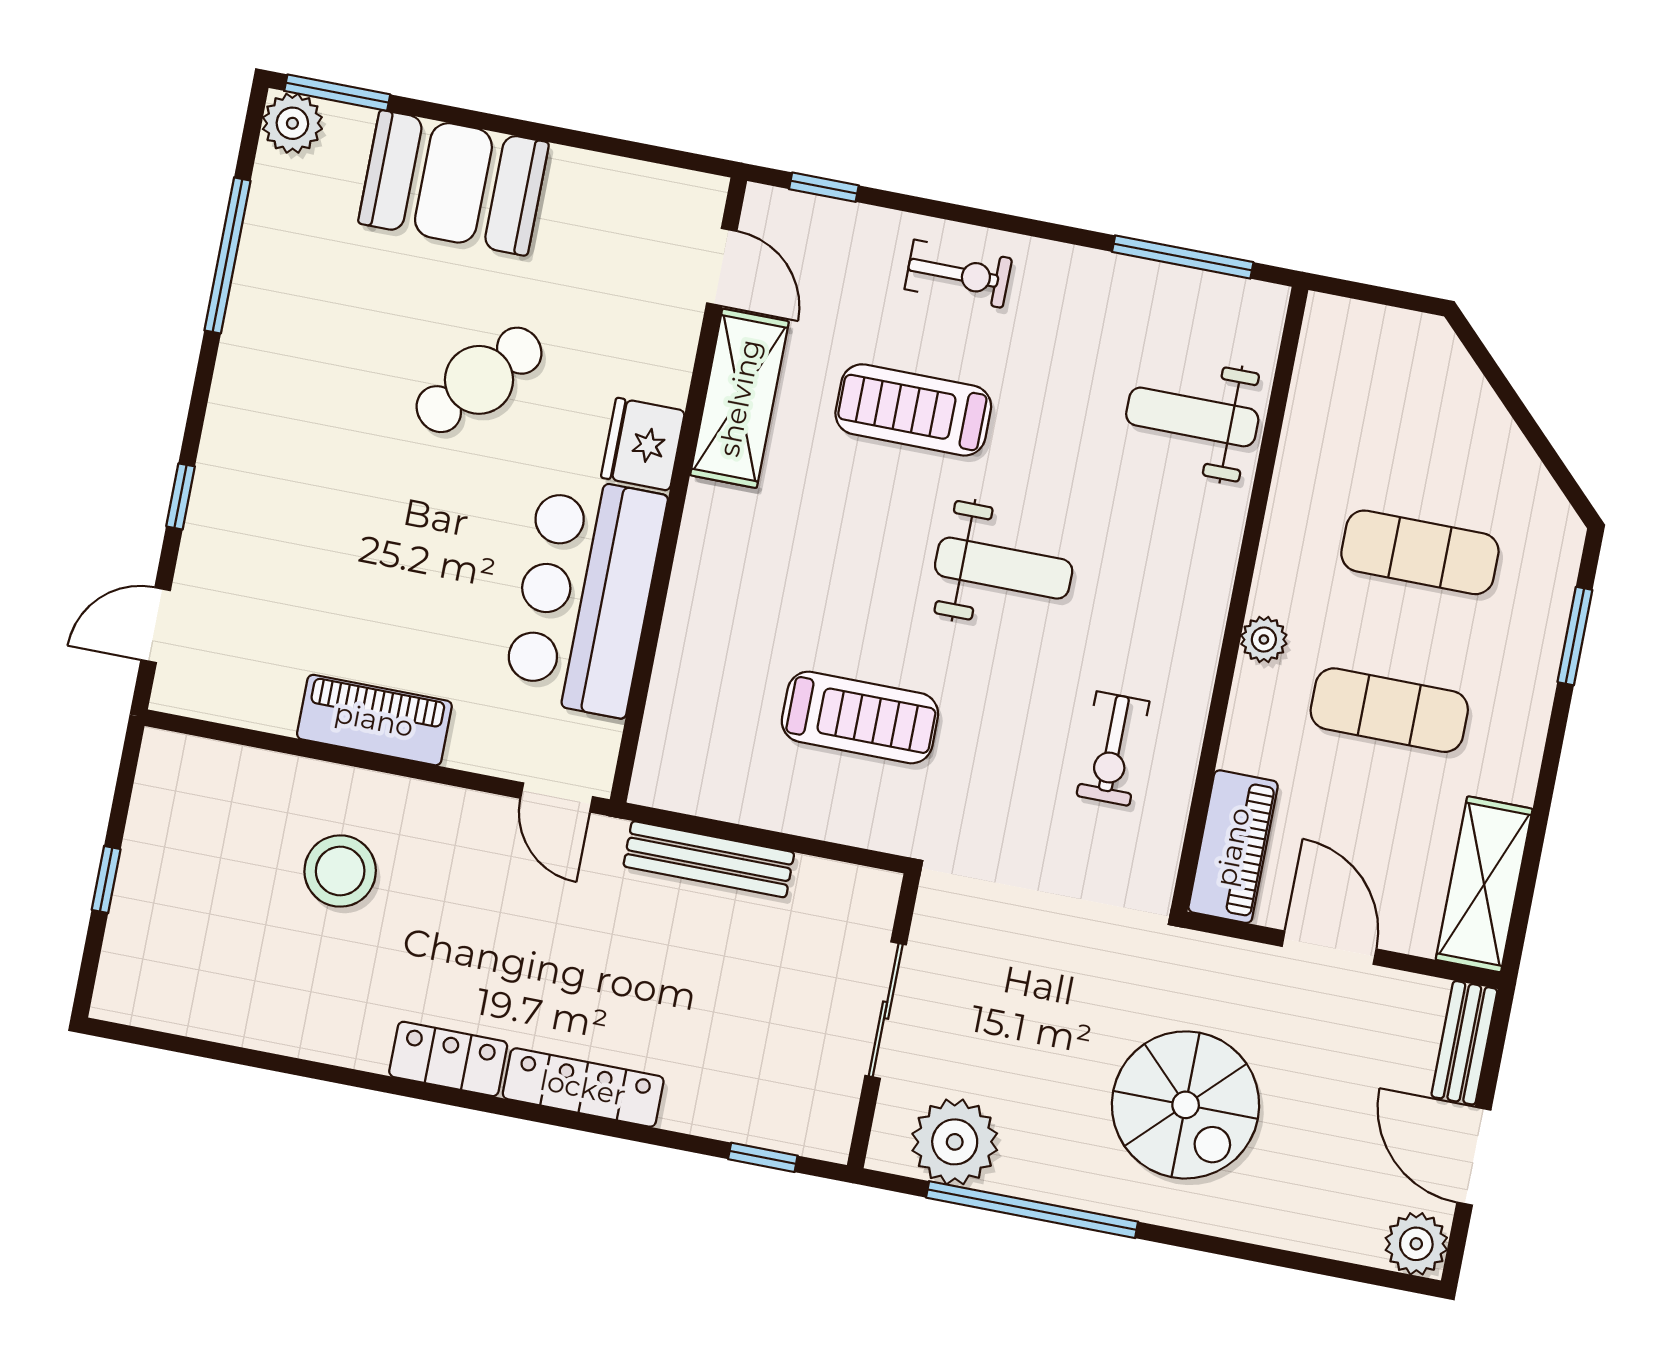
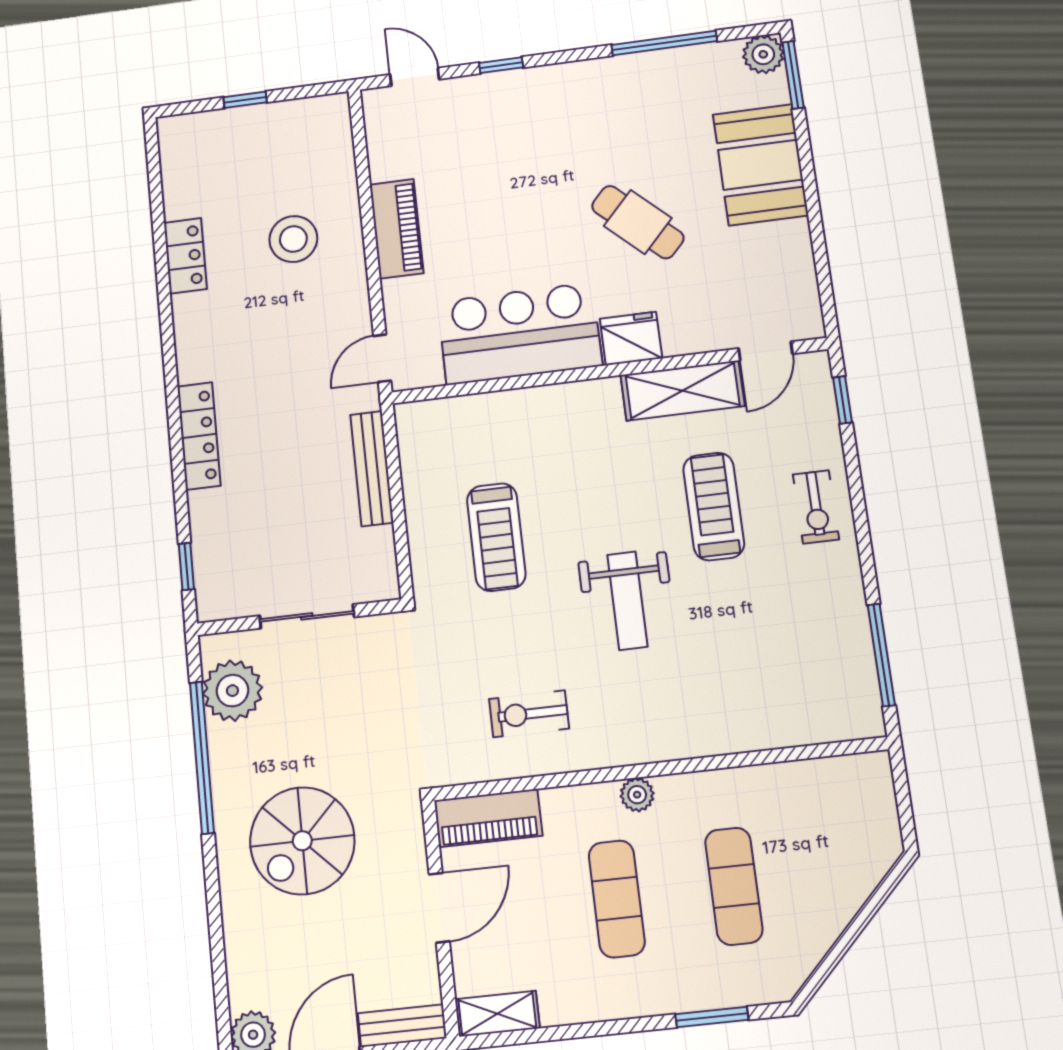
weight bench: (1192, 417) -> (774, 696), removed
shelving: (1484, 884) -> (497, 1014), width x0.67, depth x0.75
locker: (448, 1059) -> (185, 256), moved

